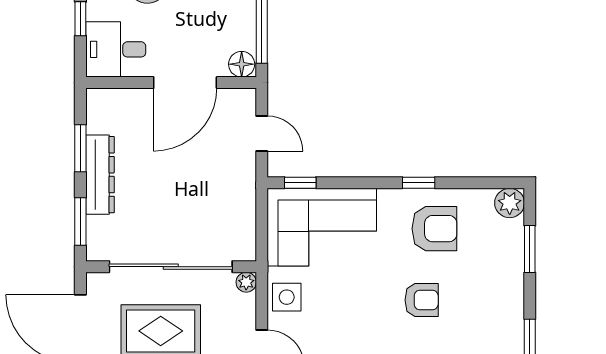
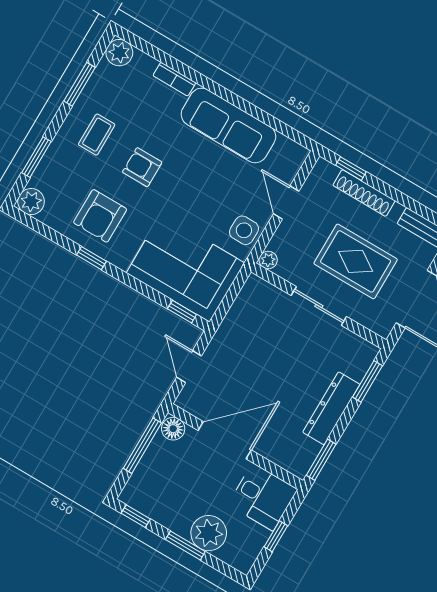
window: (80, 148) -> (321, 460), moved
armchair: (434, 229) -> (100, 216), turned -90
sliding door: (171, 267) -> (319, 306), width x0.54
coffee table: (484, 306) -> (97, 135), added

